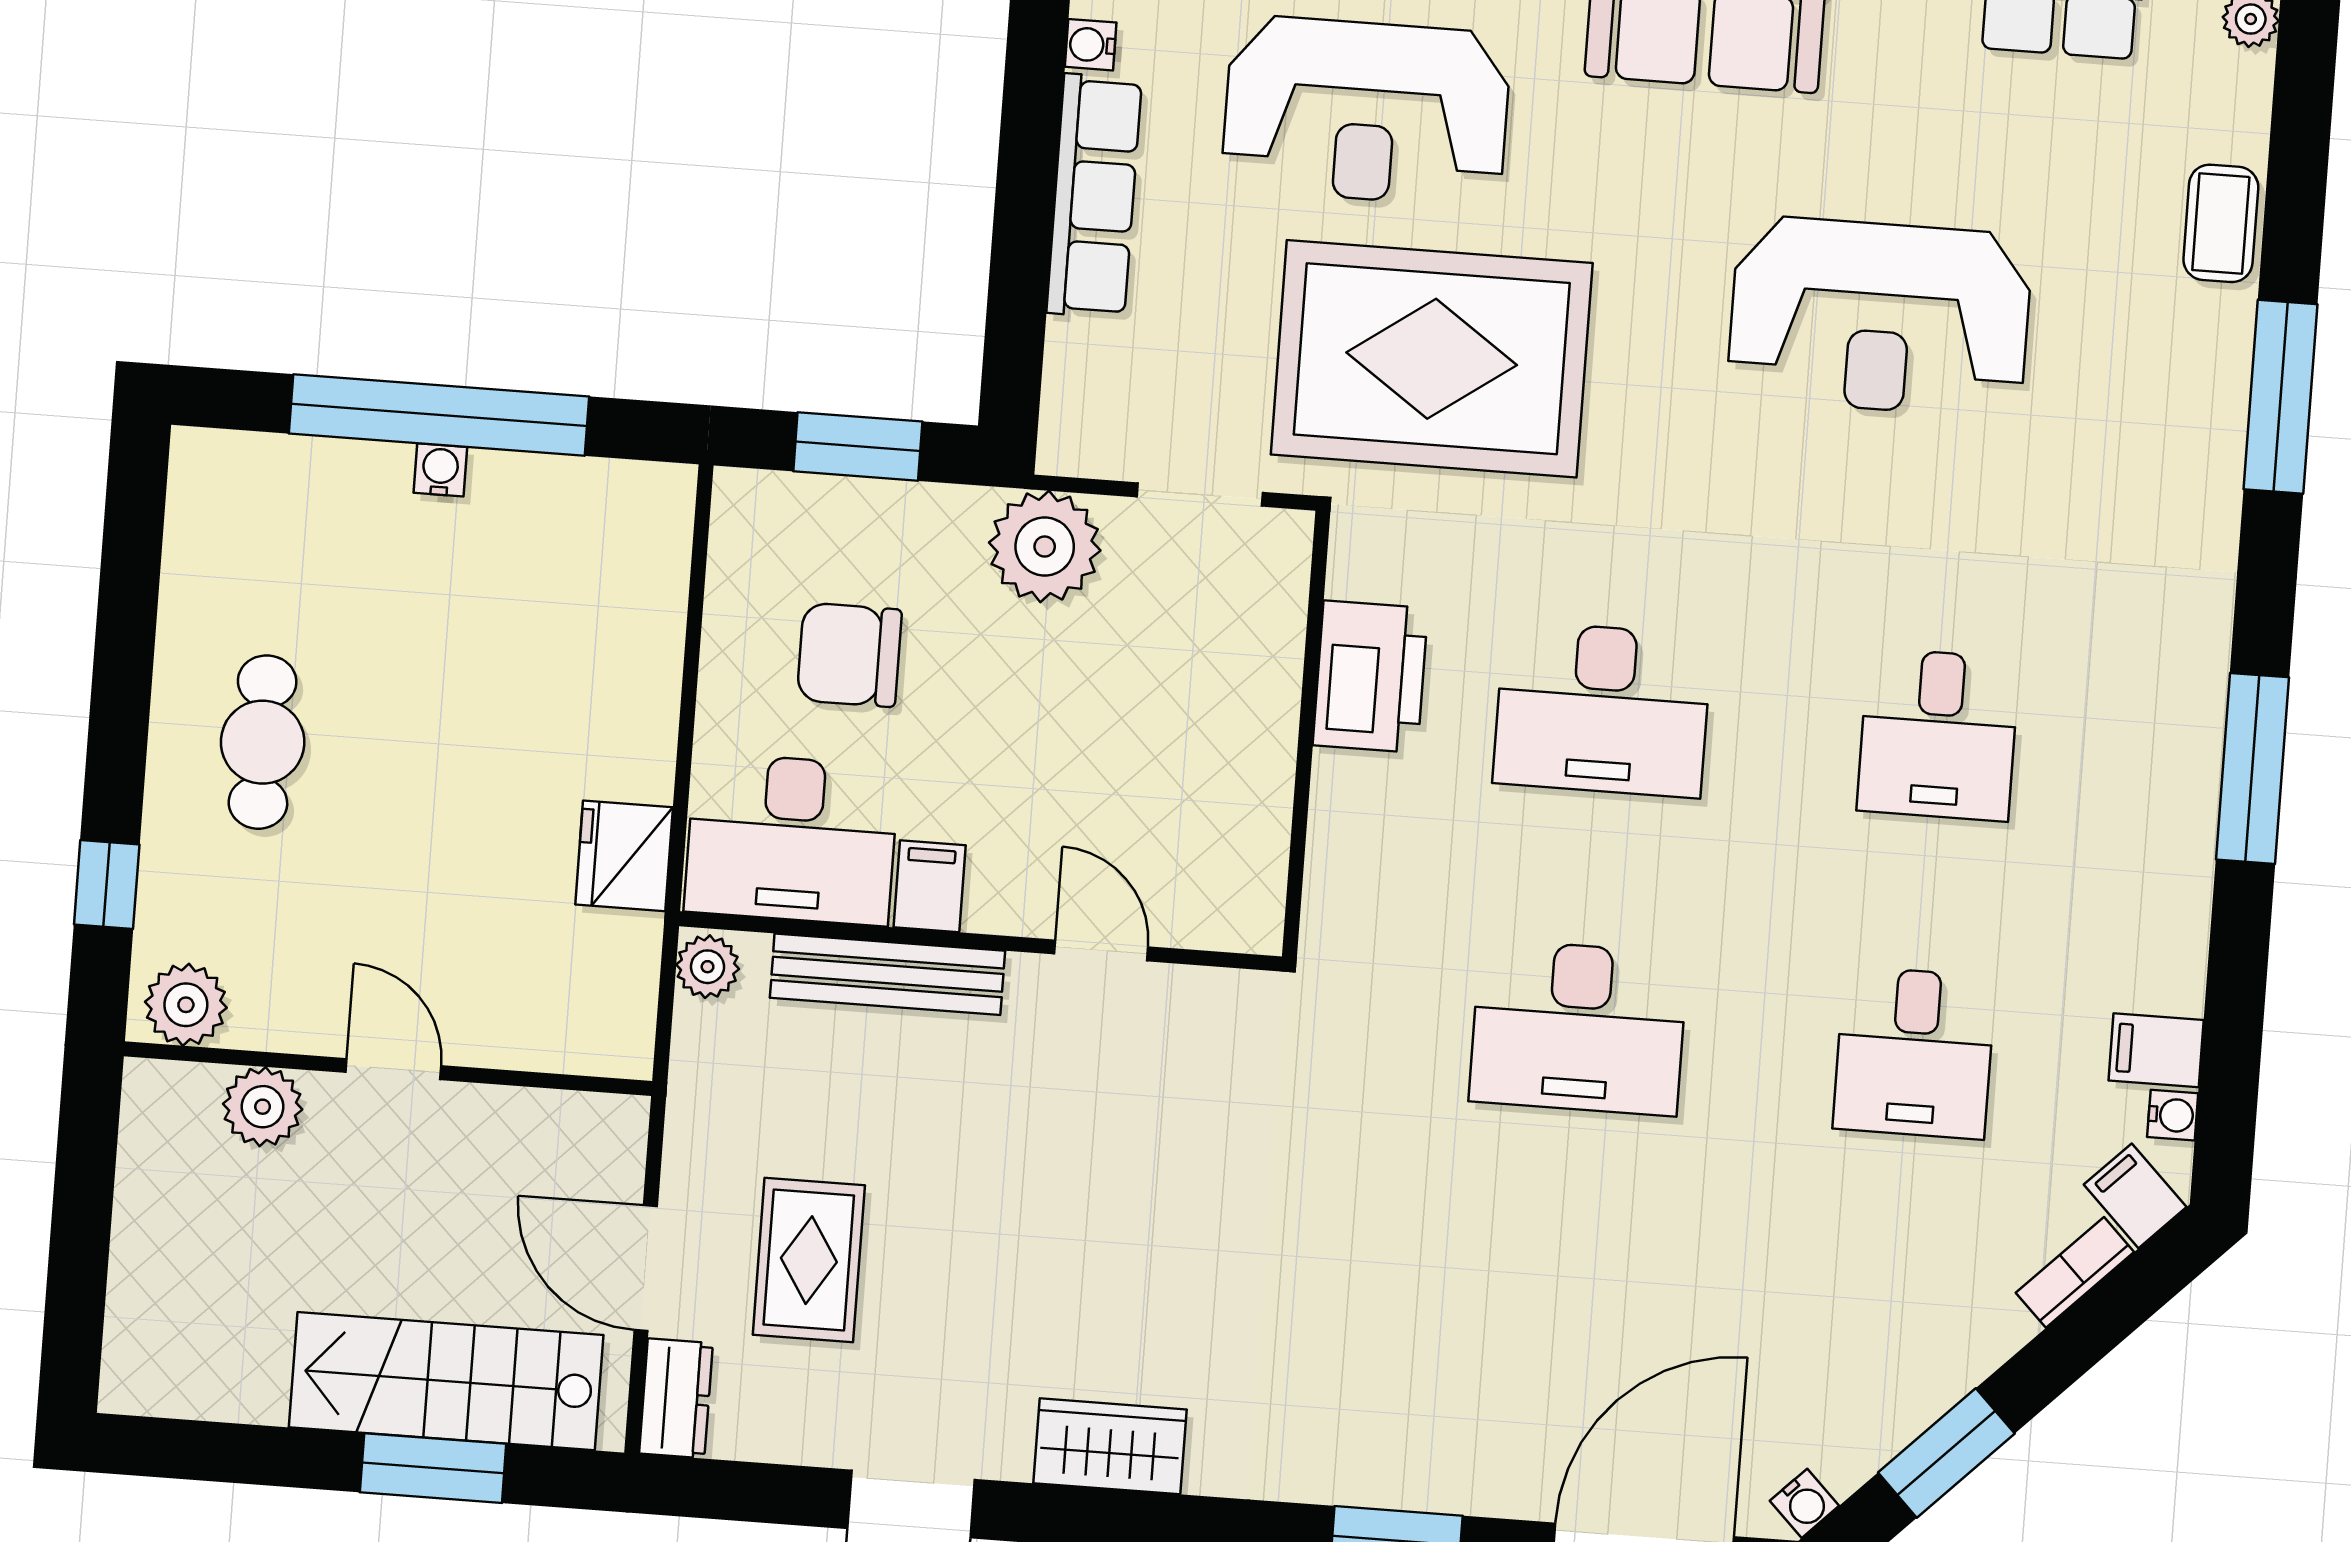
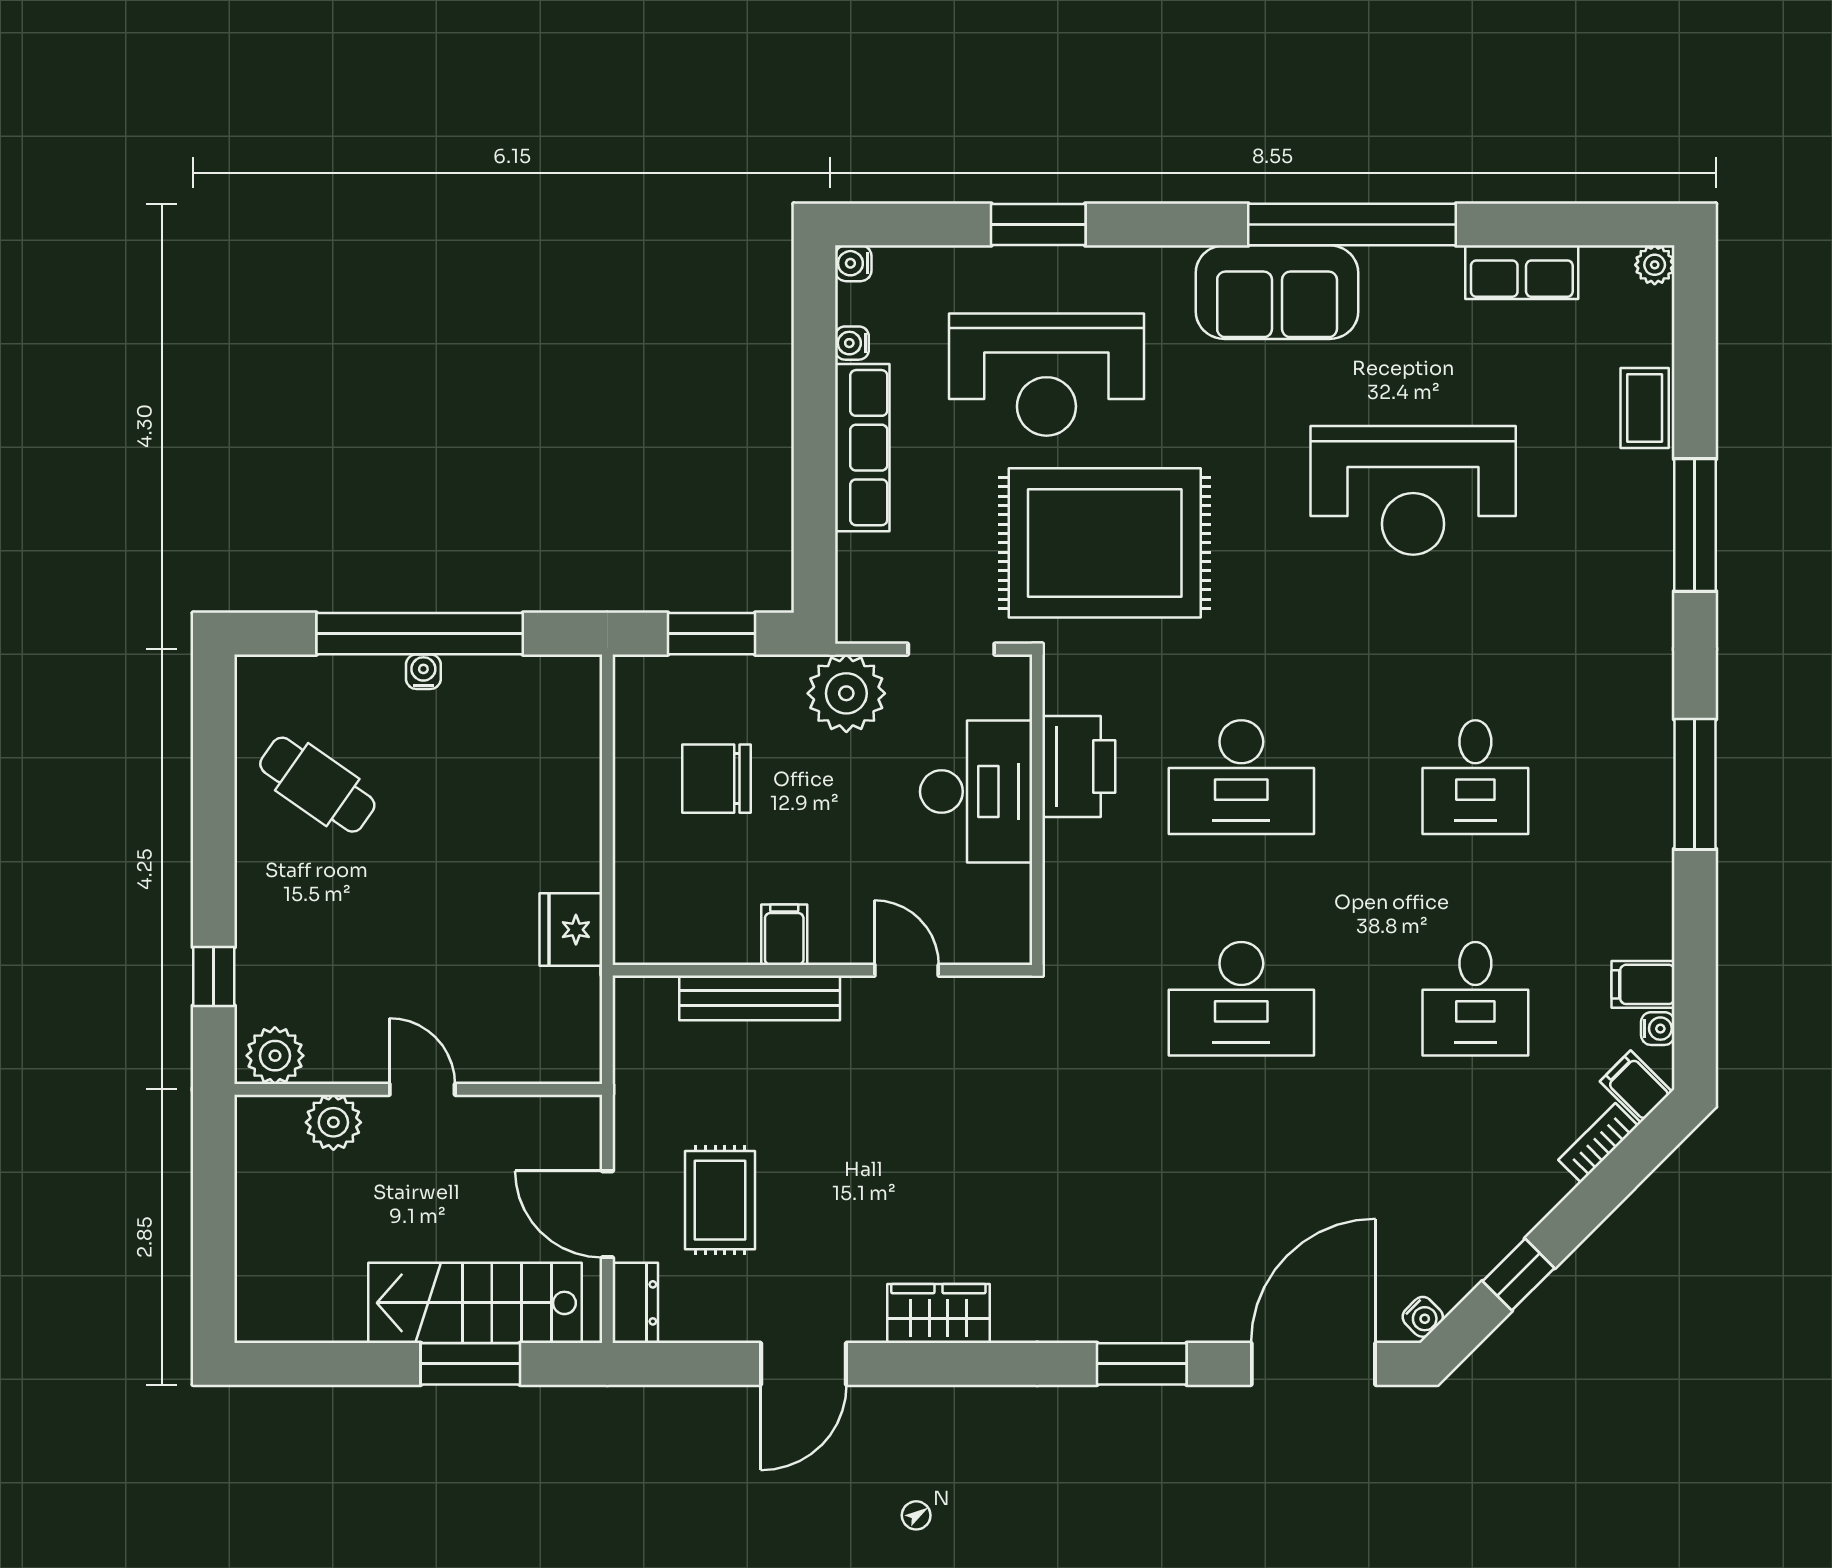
cafe table: (263, 742) -> (317, 785), moved, turned -55
desk: (792, 839) -> (976, 792), moved, turned -90
plant: (708, 967) -> (634, 1002), removed
window: (1946, 1453) -> (1518, 1275), width x0.67

